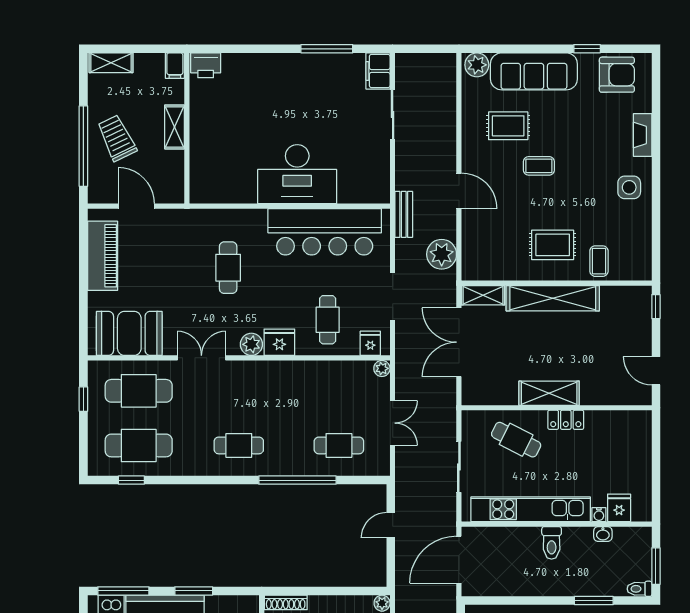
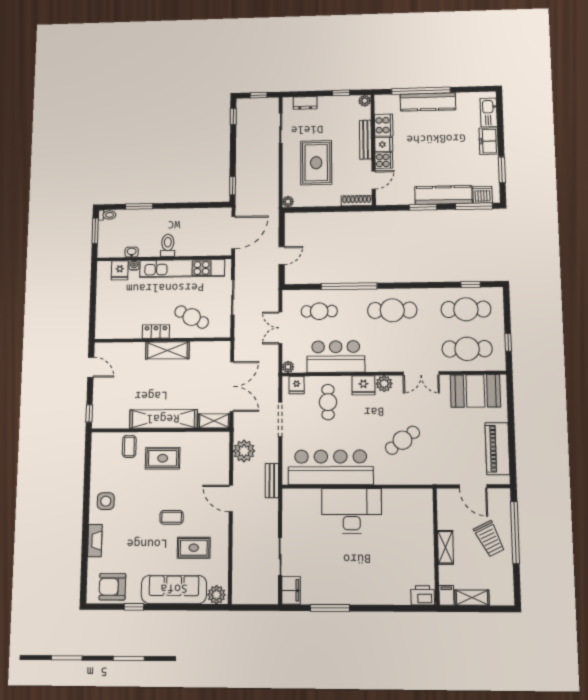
shelving: (111, 63) -> (472, 598), moved
cafe table: (228, 268) -> (402, 440), turned 54
bar counter: (317, 382) -> (336, 356), added
cafe table: (239, 445) -> (392, 310), width x1.37, depth x1.35

